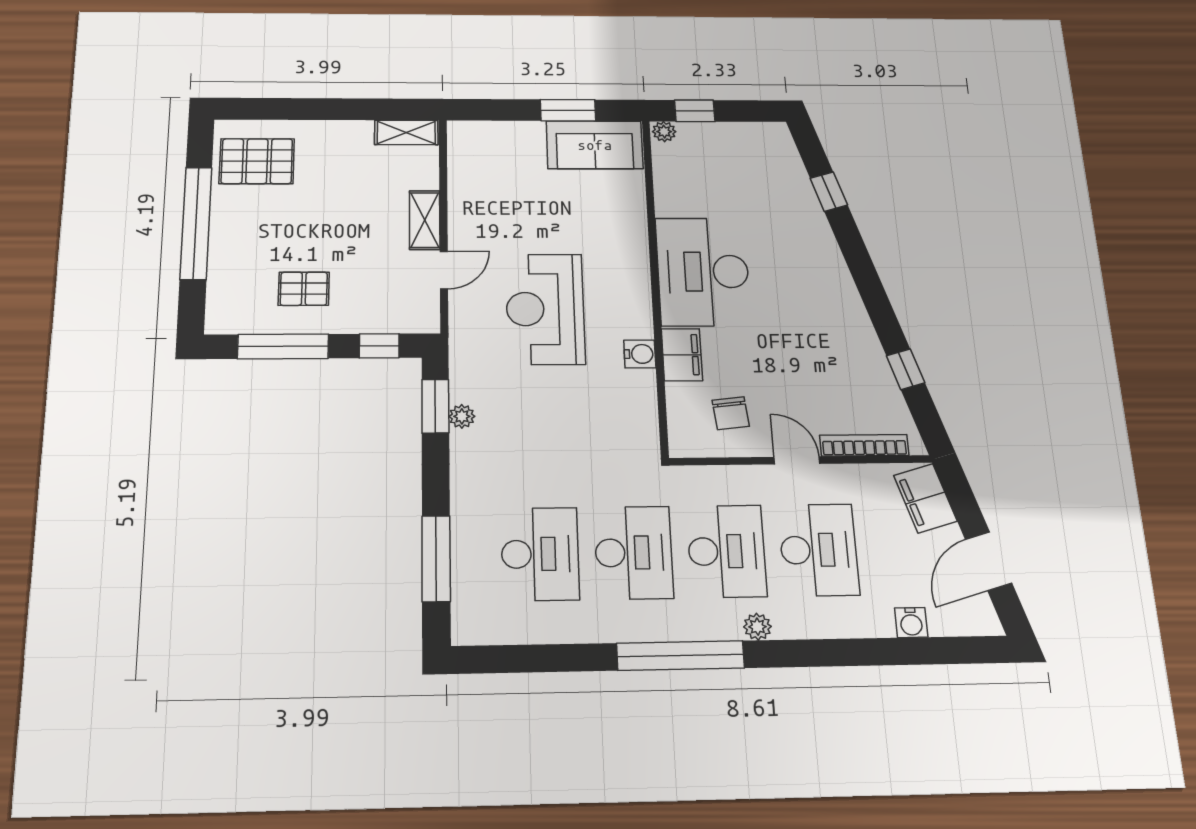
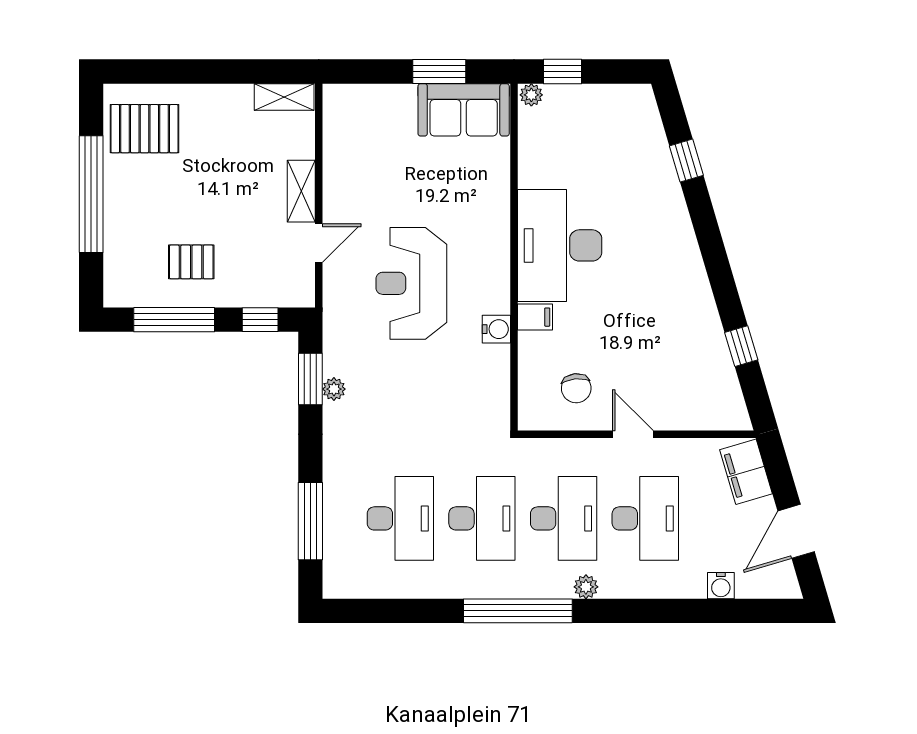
filing cabinet: (682, 355) -> (535, 317), width x0.50
bookcase: (864, 445) -> (696, 421), removed

